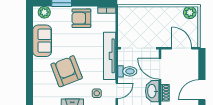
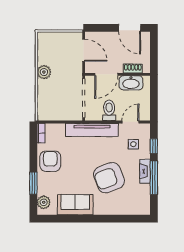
plant: (190, 12) -> (44, 72), moved
armchair: (81, 18) -> (50, 161), turned 180
door: (182, 48) -> (84, 50), swing flipped
door: (117, 91) -> (131, 122), hinge flipped

